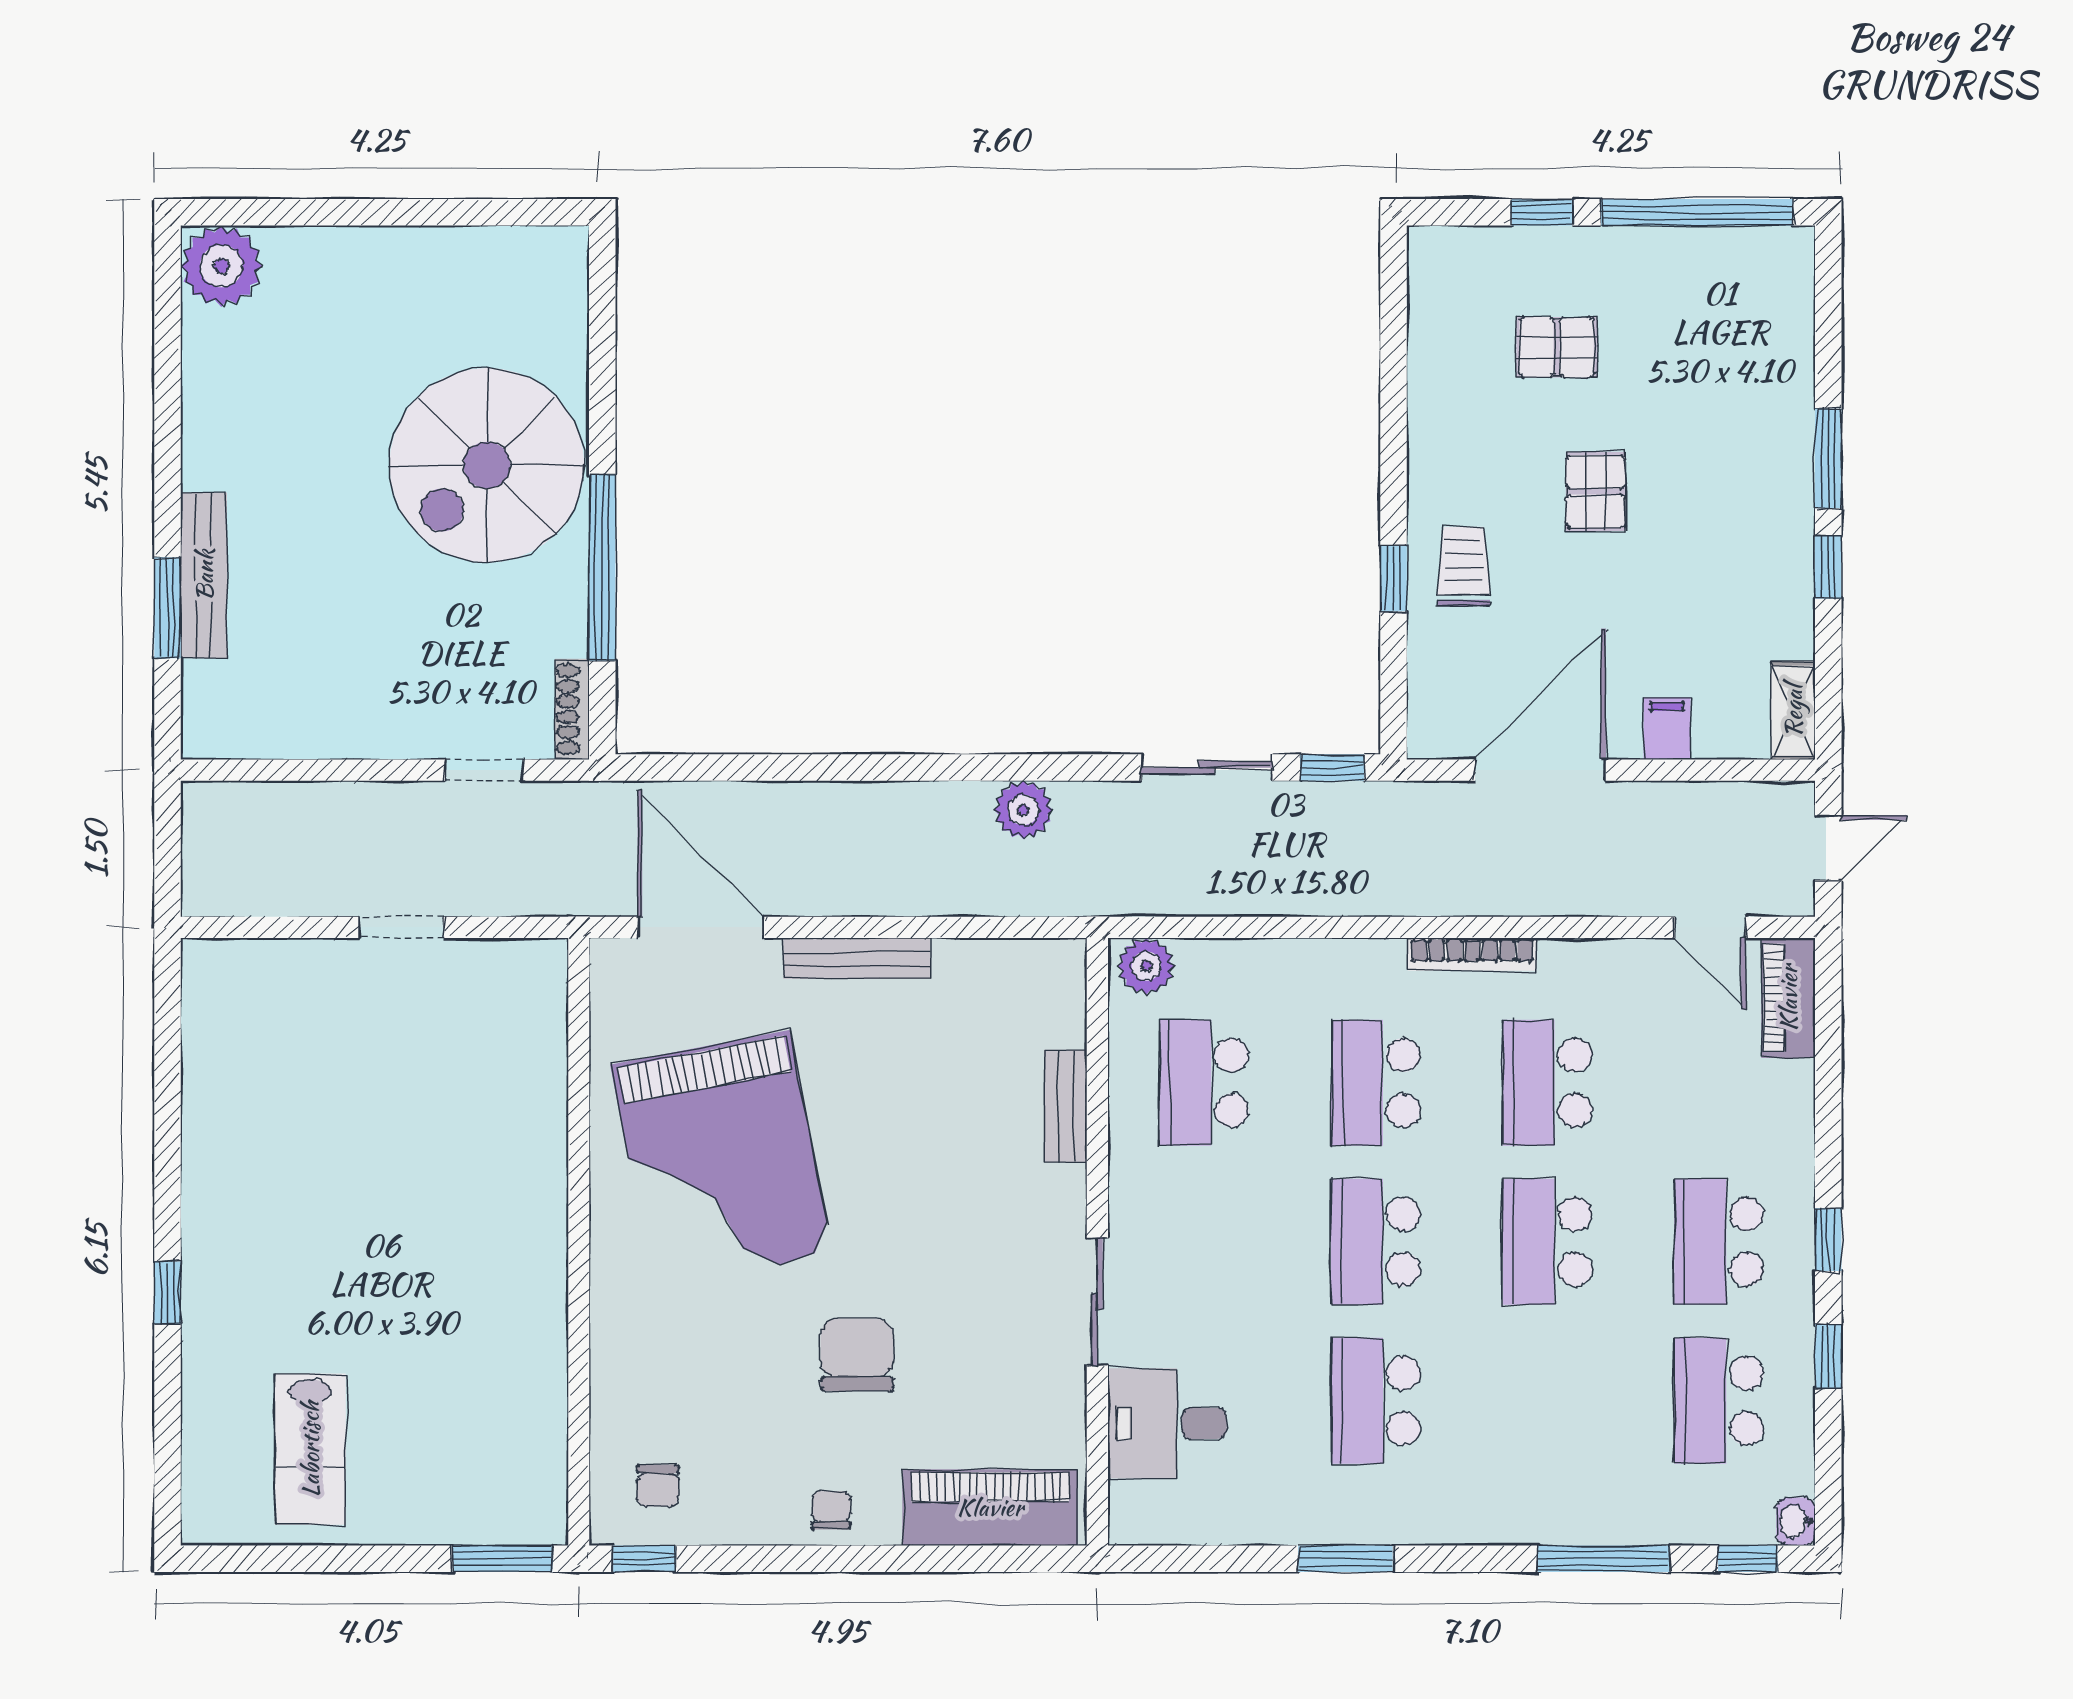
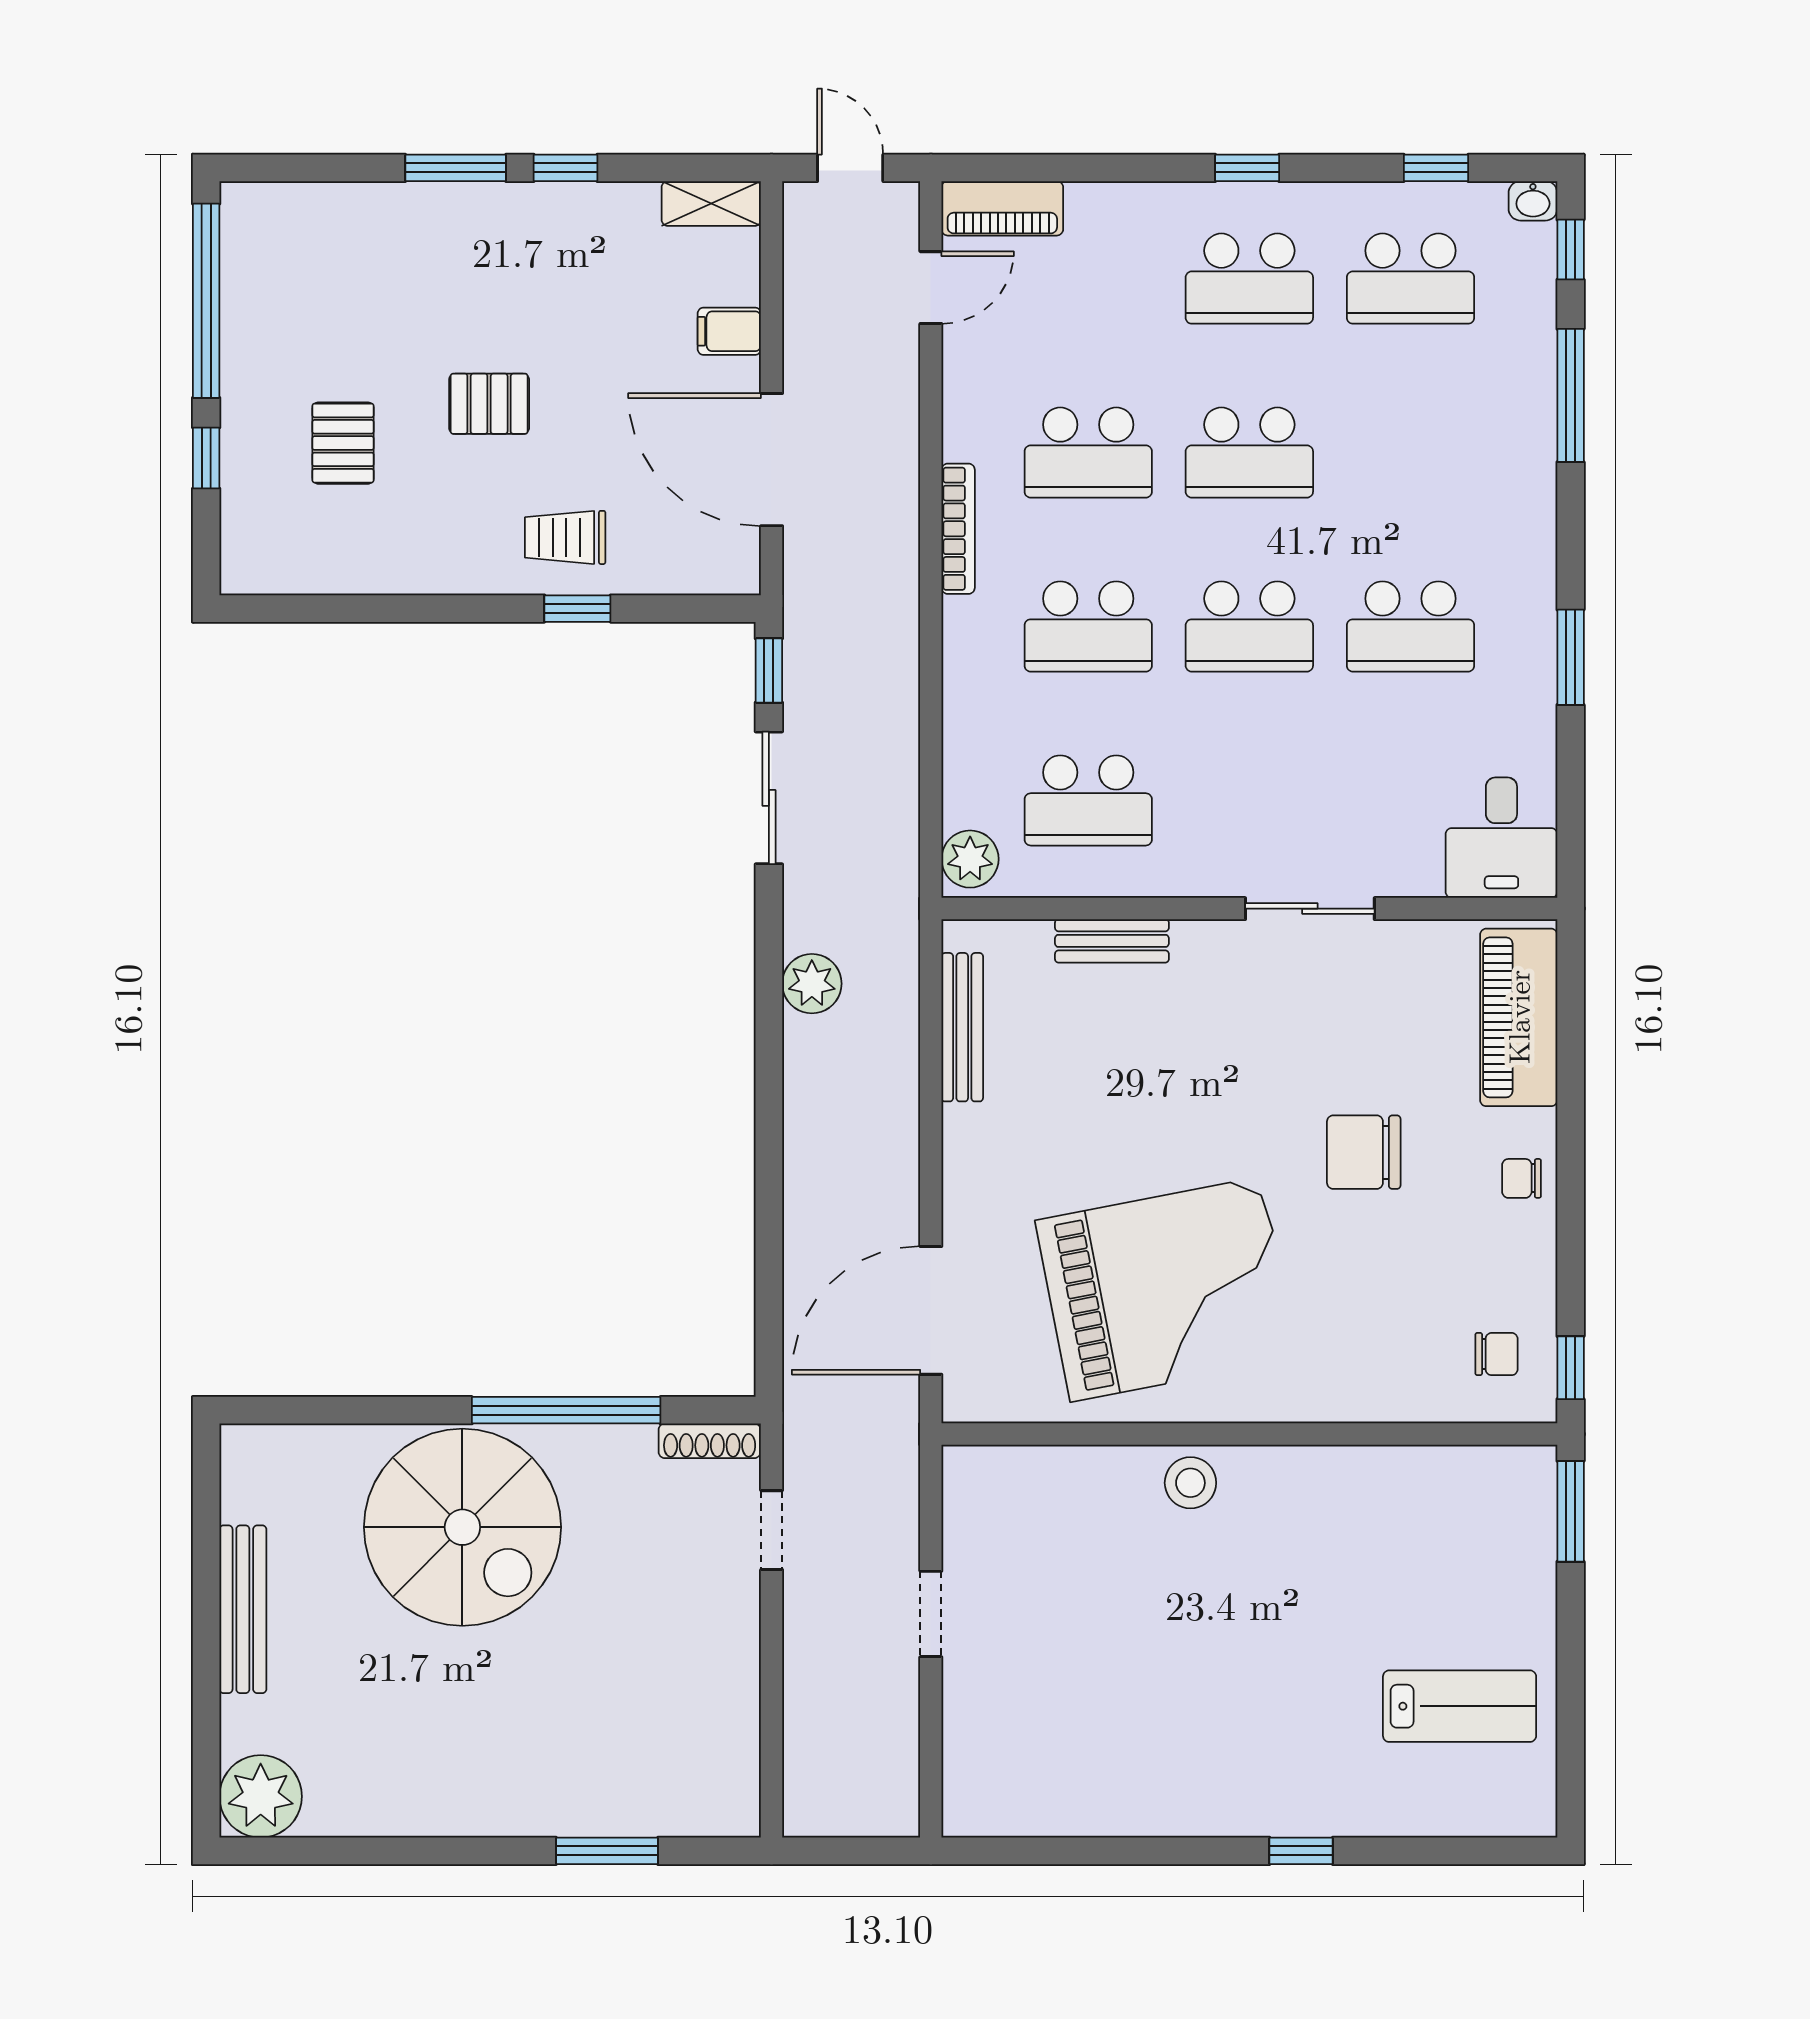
bench: (204, 575) -> (243, 1609), moved, turned 90
bench: (857, 958) -> (962, 1027), moved
stool: (531, 1184) -> (1190, 1483), added
window: (1828, 1356) -> (1436, 168), moved
desk: (1167, 1423) -> (1501, 838), moved

